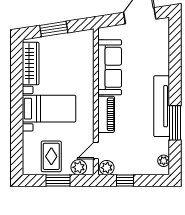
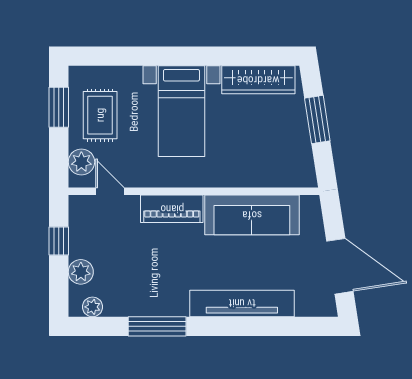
tv unit: (162, 106) -> (242, 303), moved
rug: (51, 156) -> (100, 115), turned 90
plant: (107, 168) -> (81, 272), moved
window: (58, 181) -> (59, 107), moved

